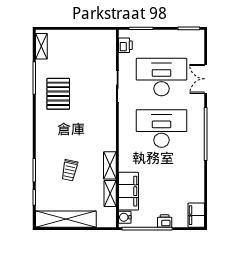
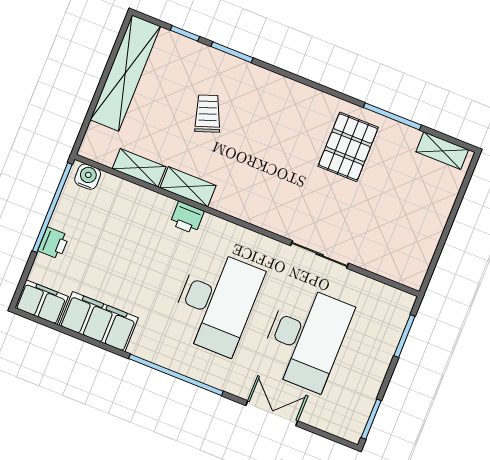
printer: (125, 45) -> (187, 218), moved
pallet: (58, 94) -> (348, 147), turned 90
trolley: (70, 170) -> (208, 114), turned 58
filing cabinet: (128, 191) -> (99, 322), moved, turned 180

